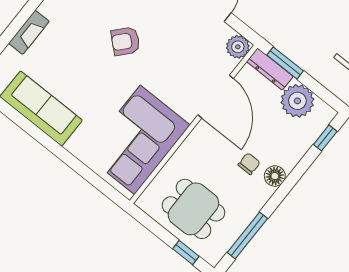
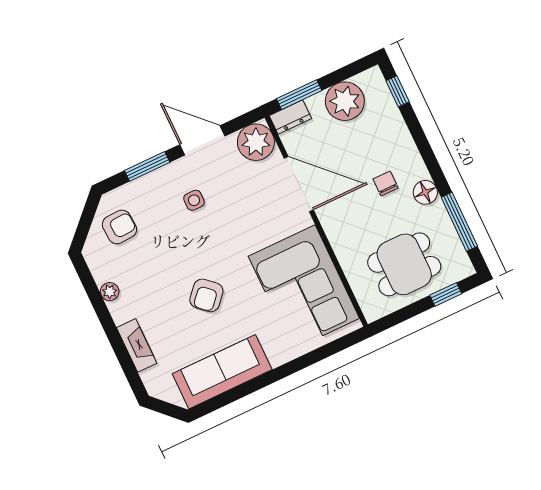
side table: (163, 22) -> (194, 200), added
armchair: (125, 41) -> (206, 295), moved
plant: (238, 47) -> (256, 142), width x1.36, depth x1.36
dresser: (270, 69) -> (290, 117), width x0.70
floor lamp: (275, 176) -> (425, 192), moved

